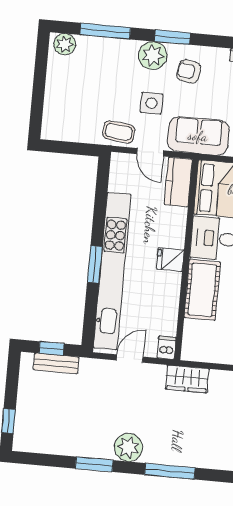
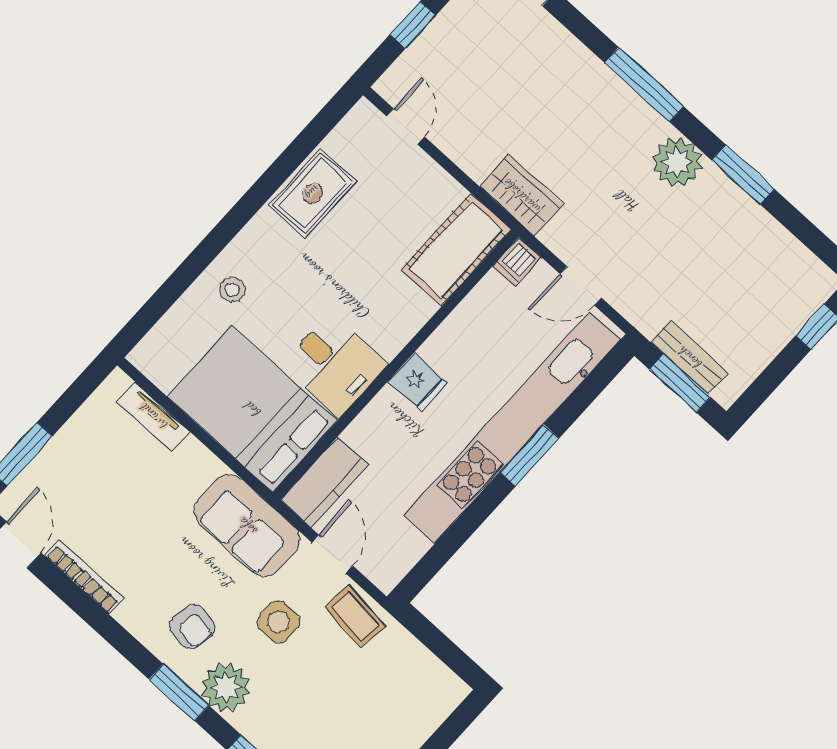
cot: (202, 290) -> (456, 250), moved
window: (51, 348) -> (680, 383), width x1.50

